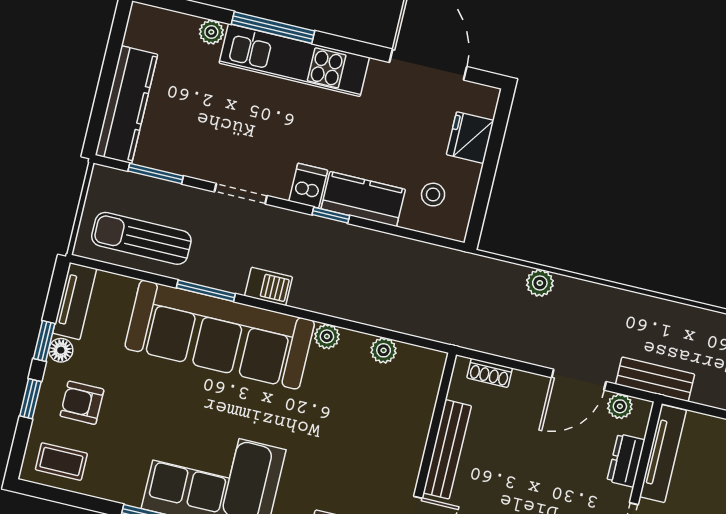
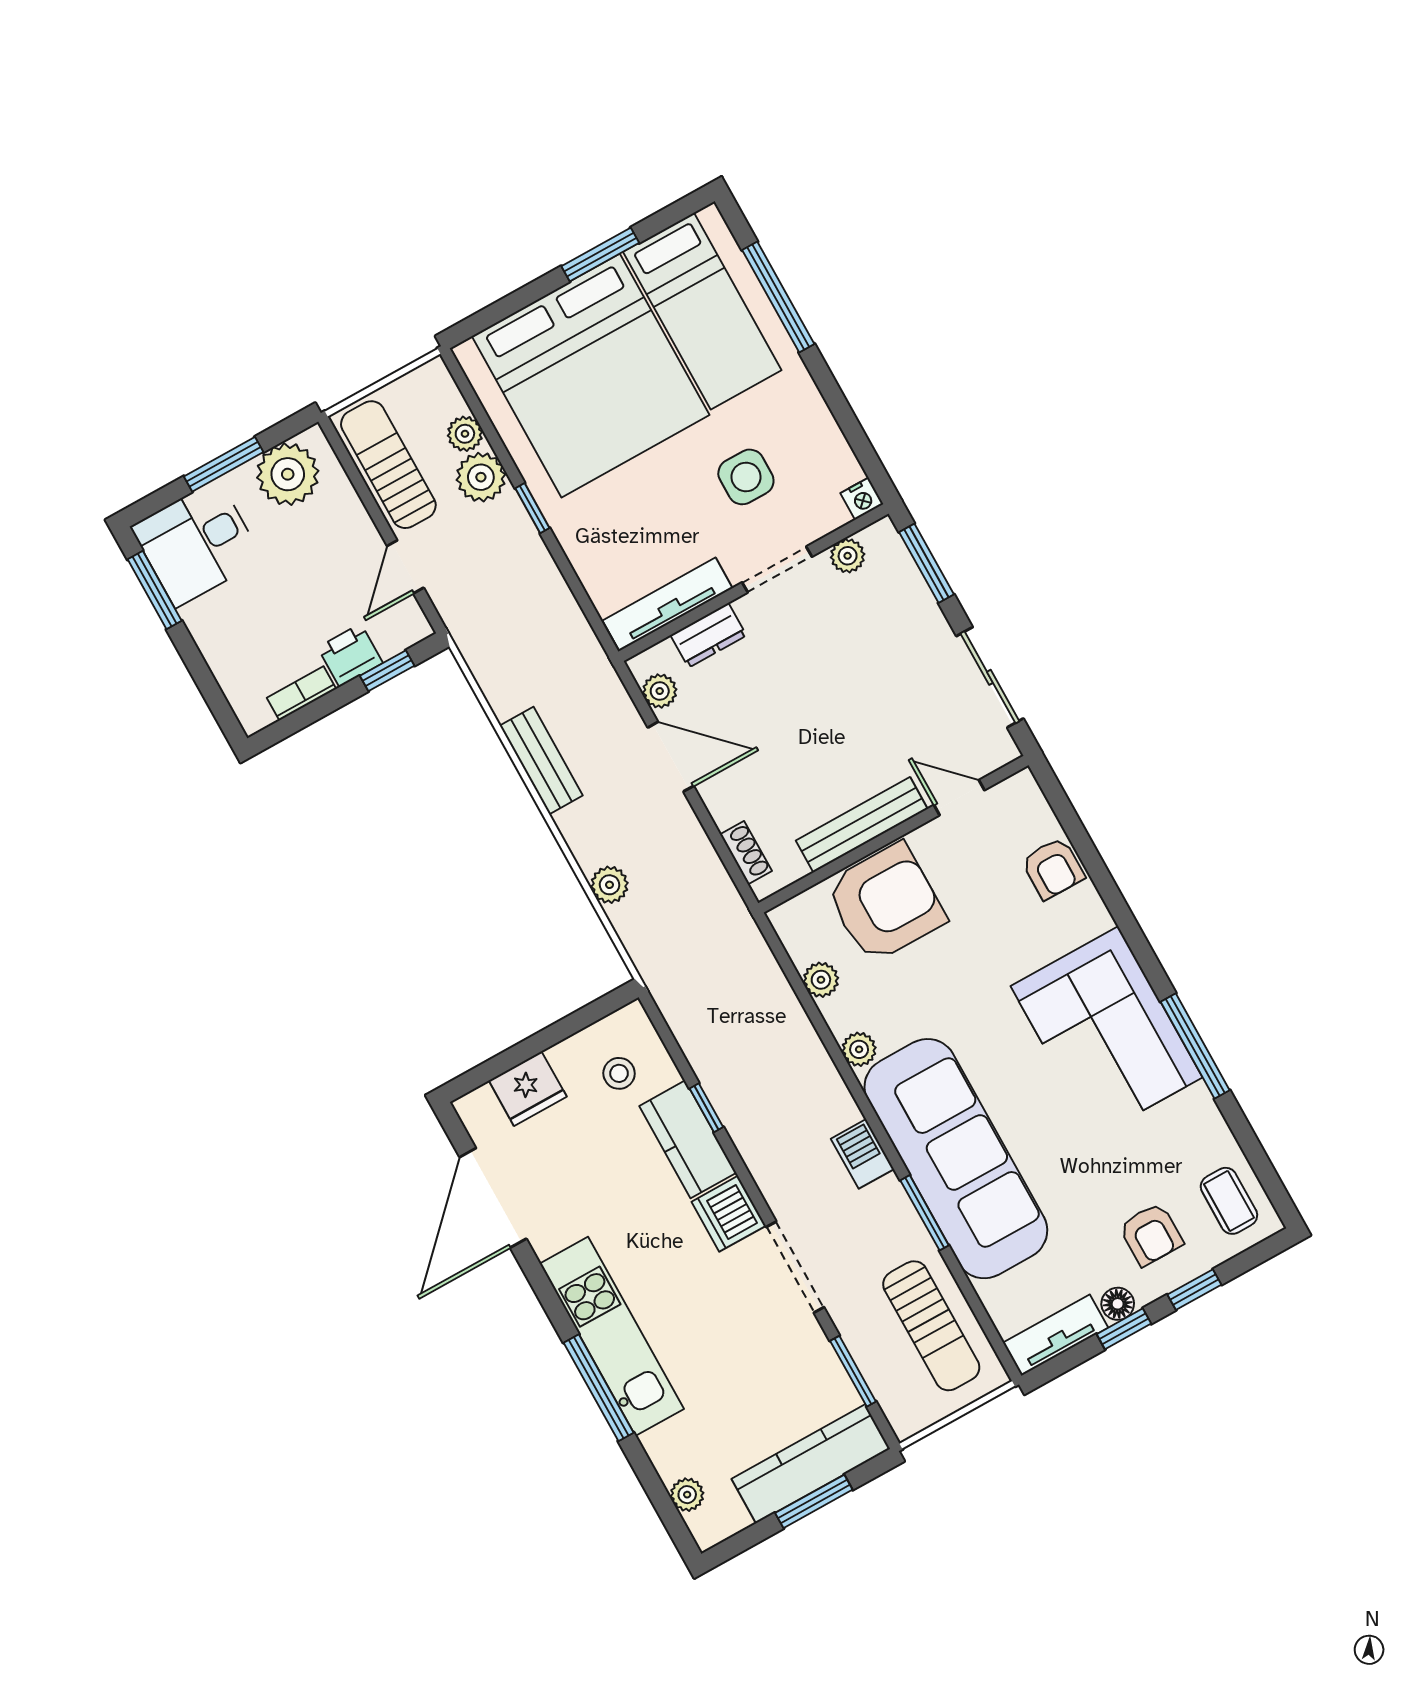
plant: (211, 32) -> (687, 1495), moved
window: (105, 88) -> (814, 1501), added
dishwasher: (308, 186) -> (729, 1214), width x1.38
doorway: (241, 194) -> (795, 1267), width x1.38
window: (331, 215) -> (706, 1108), moved
bench: (655, 379) -> (541, 761), moved
armchair: (393, 423) -> (885, 903), added

